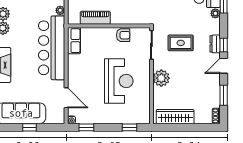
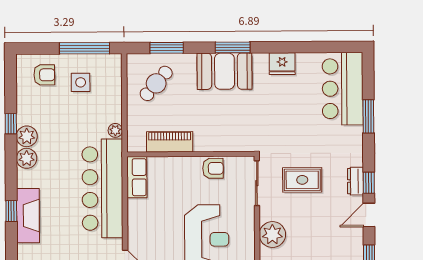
plant: (215, 13) -> (356, 134), removed

